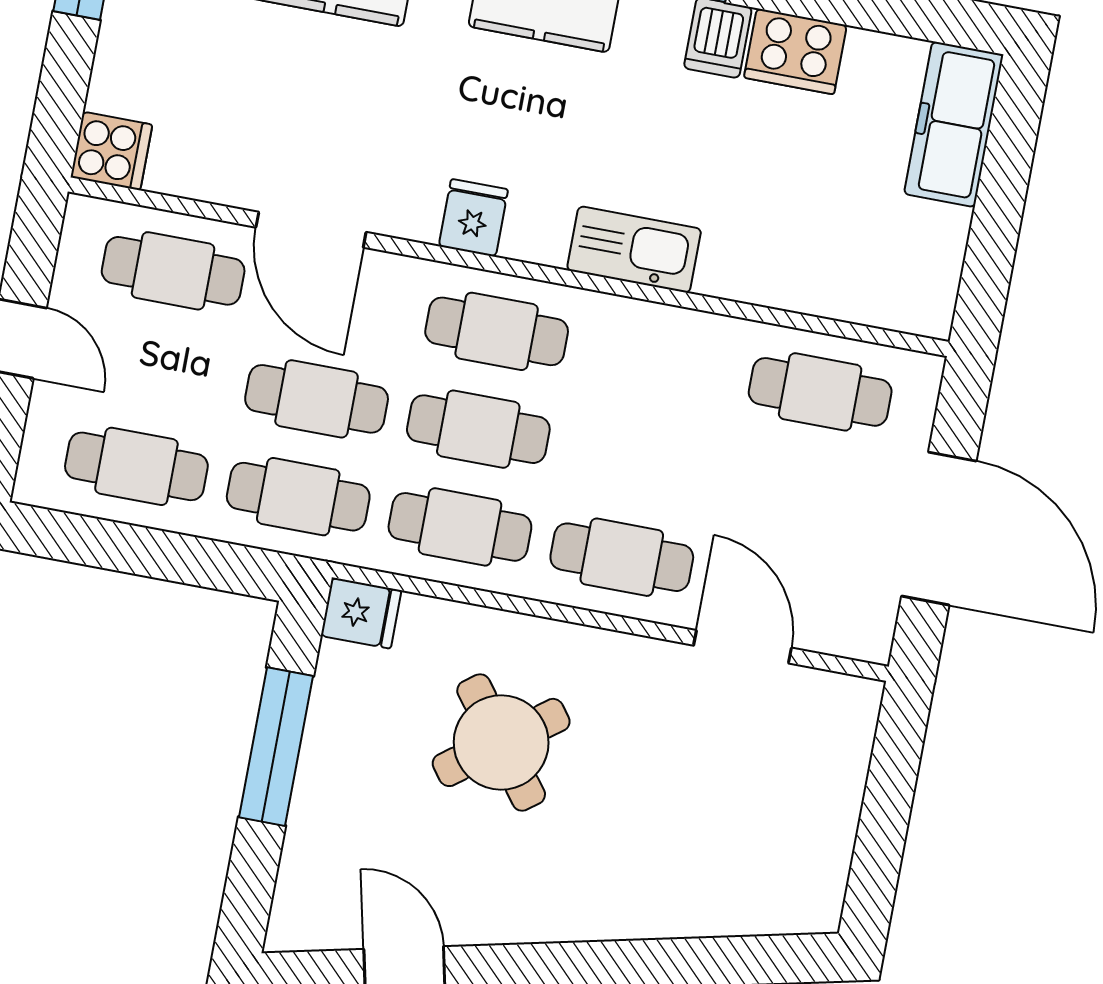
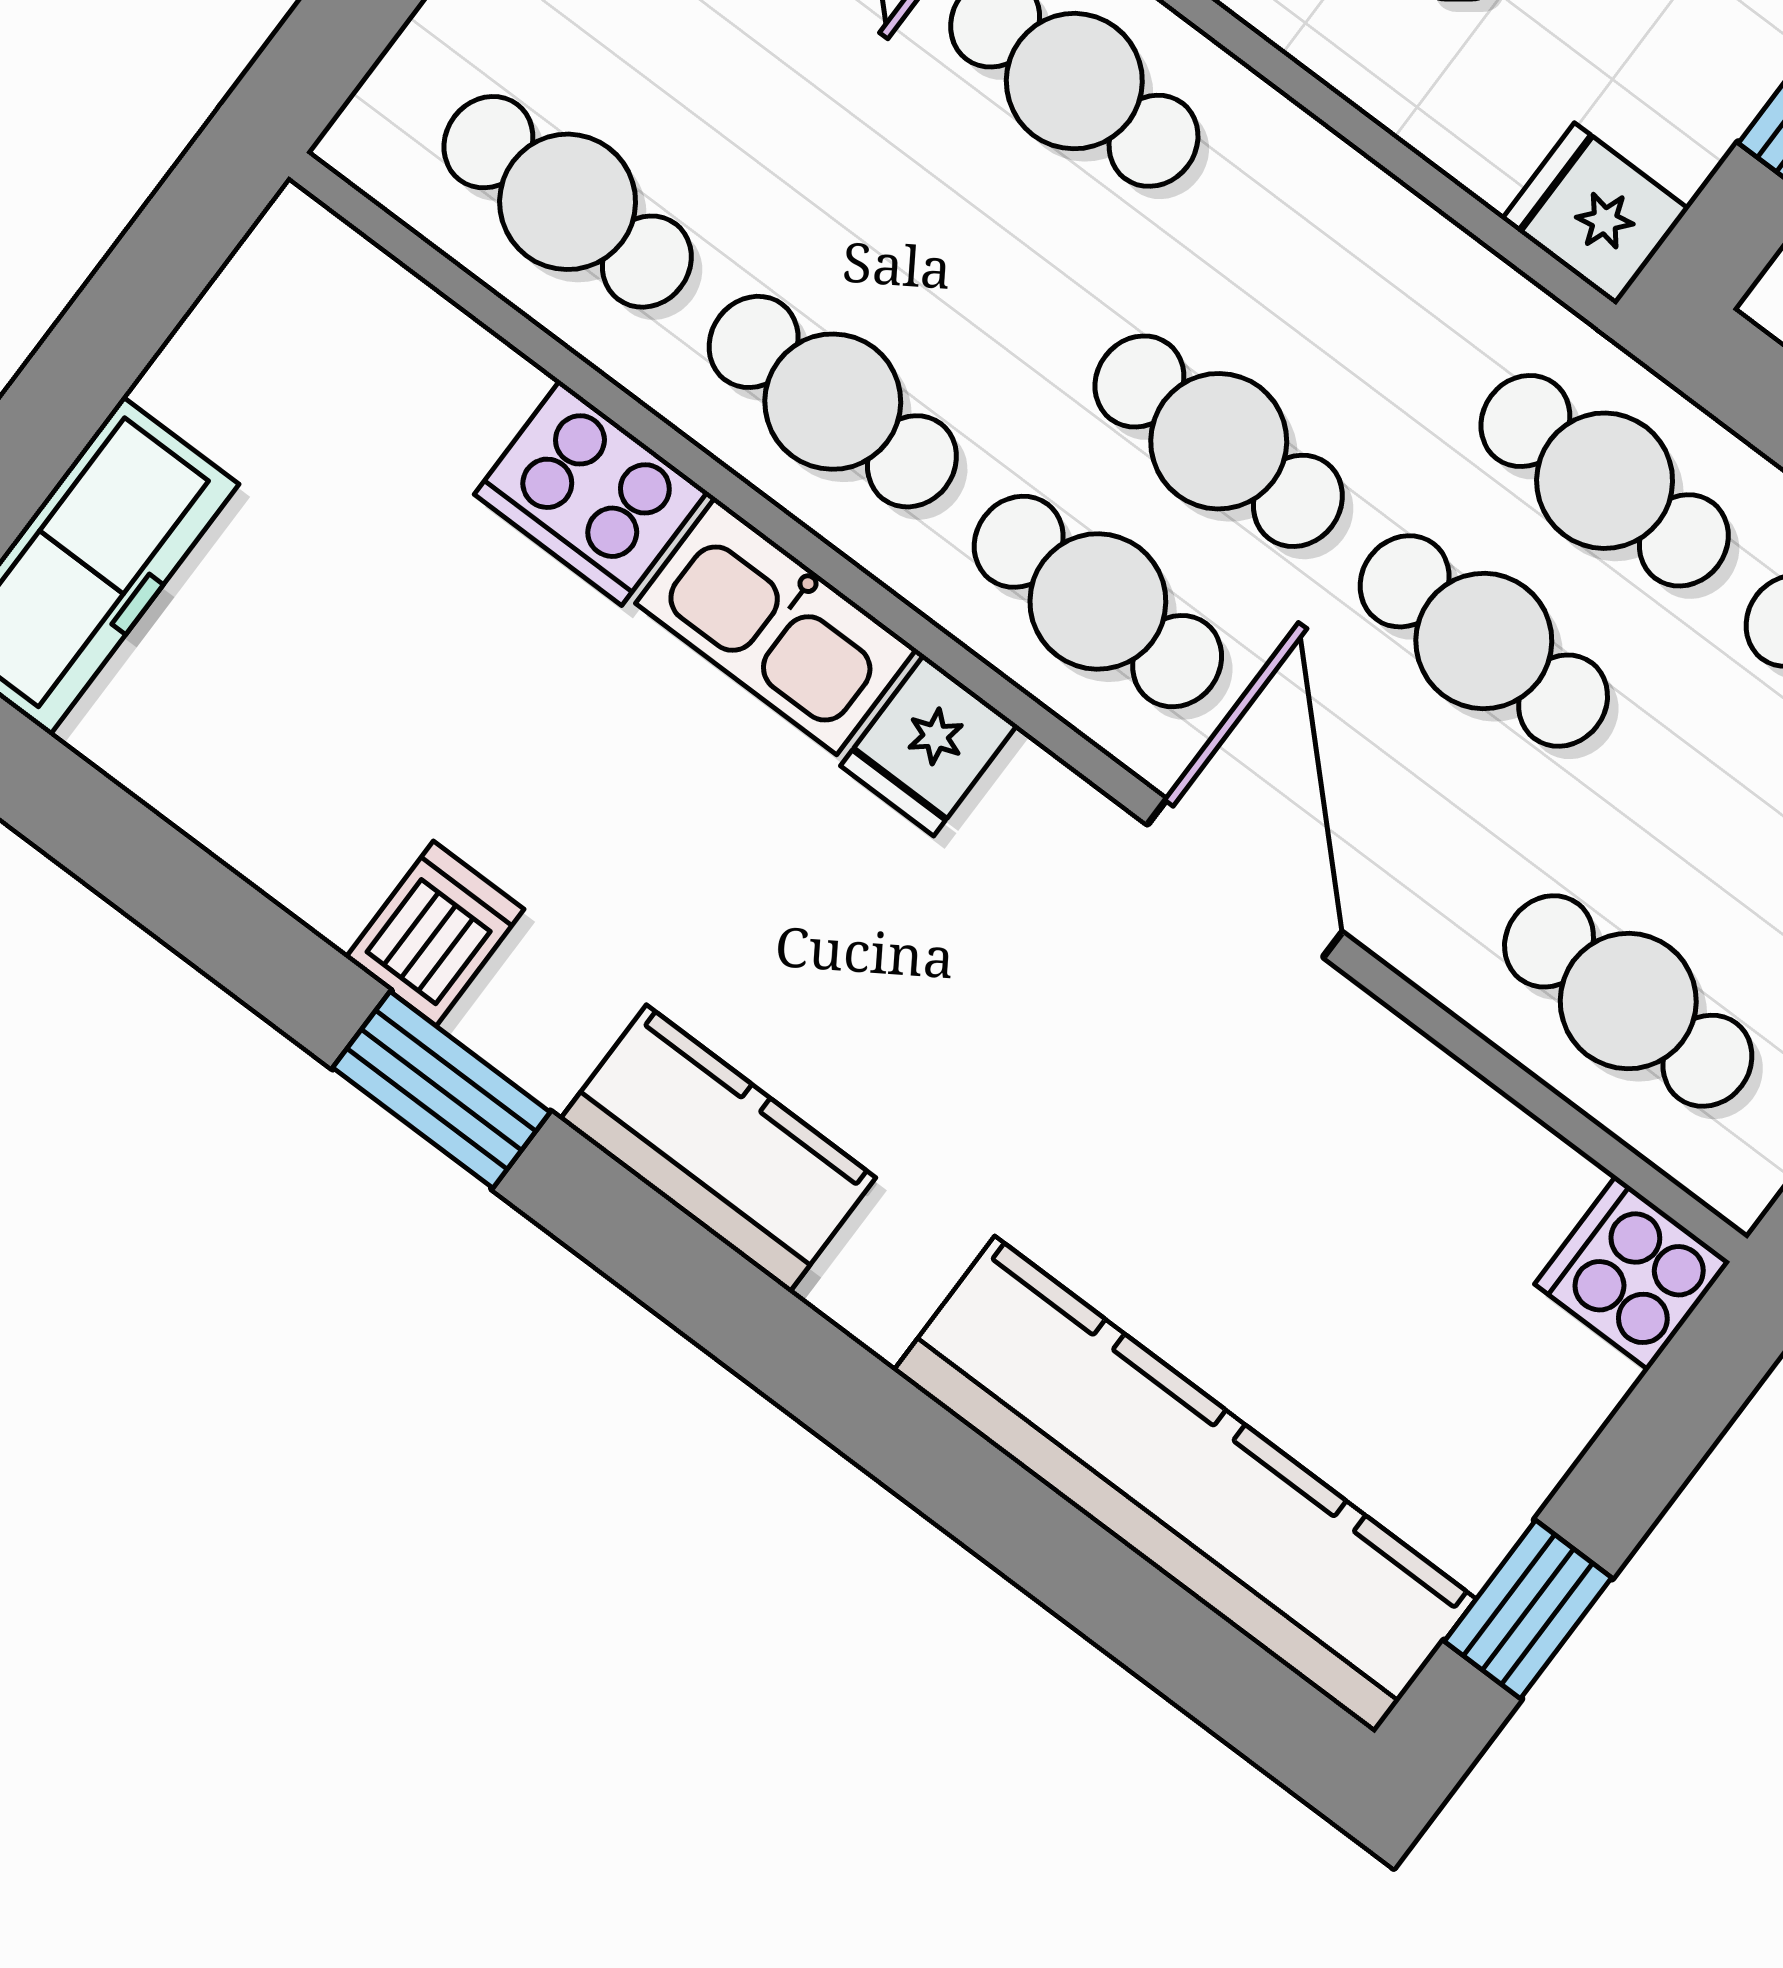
cooker: (795, 51) -> (591, 493), moved, turned 180
fridge: (473, 218) -> (929, 745), moved
door: (311, 230) -> (1245, 878), moved
cafe table: (460, 527) -> (833, 402), moved

